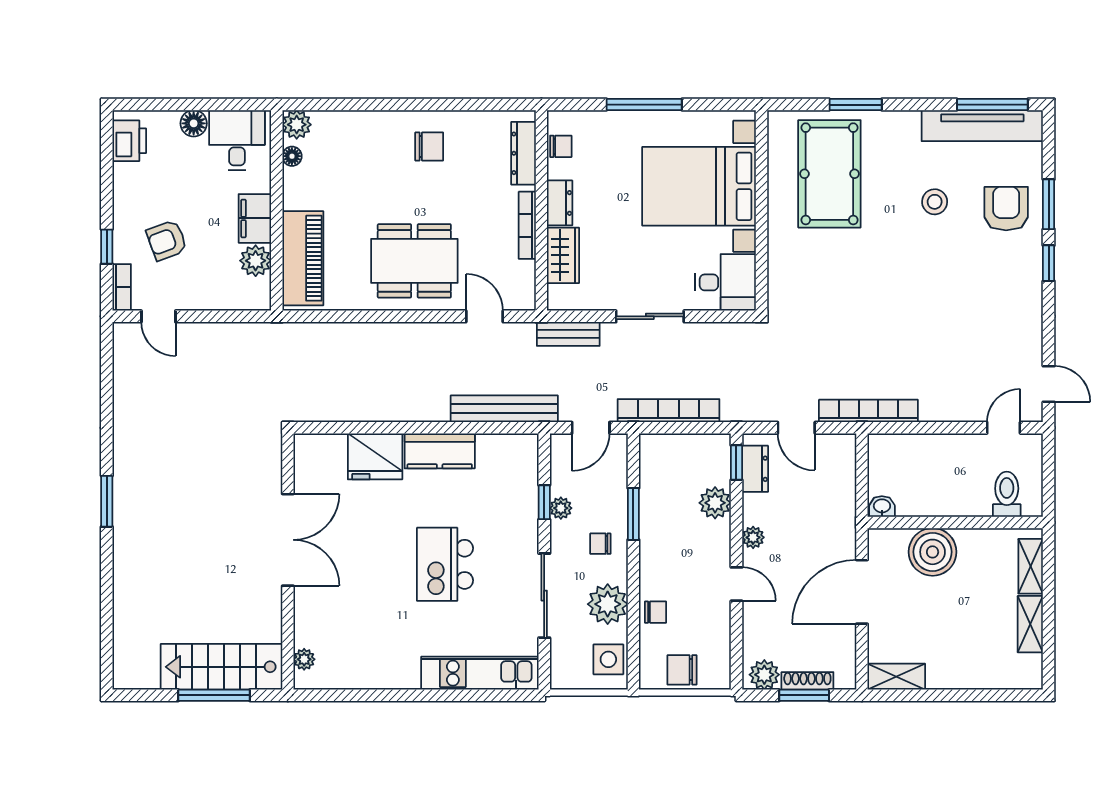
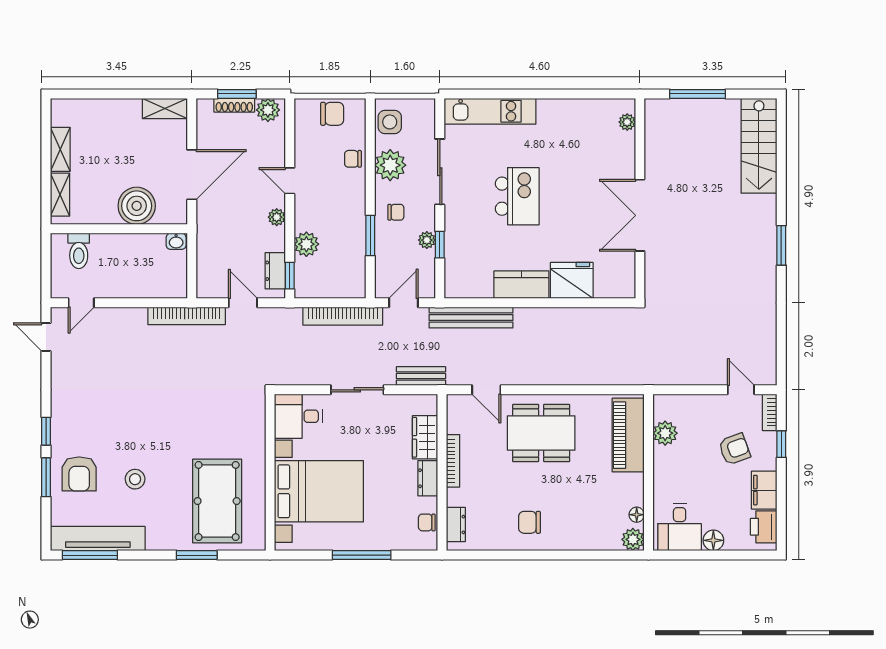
dresser: (524, 153) -> (456, 524), width x0.70
filing cabinet: (255, 218) -> (764, 490), moved, turned 180
stairs: (221, 667) -> (759, 146), moved, turned 90

